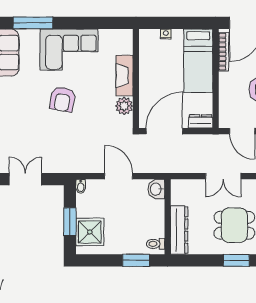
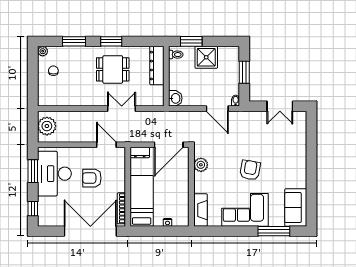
fireplace: (125, 76) -> (201, 210), moved
door: (119, 176) -> (217, 109), moved
shower: (90, 232) -> (206, 57), moved

